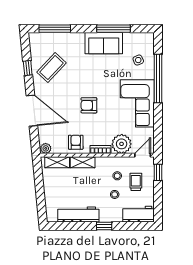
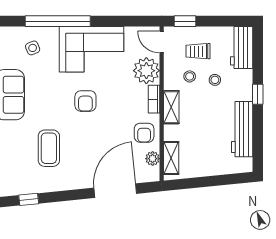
window: (28, 68) -> (29, 199), moved
coffee table: (52, 68) -> (49, 148), moved, turned 47
armchair: (89, 105) -> (85, 101), moved
door: (32, 111) -> (115, 191), moved
armchair: (76, 142) -> (144, 133), turned -90
plant: (46, 148) -> (153, 159), moved
shelving: (83, 162) -> (171, 107), moved

